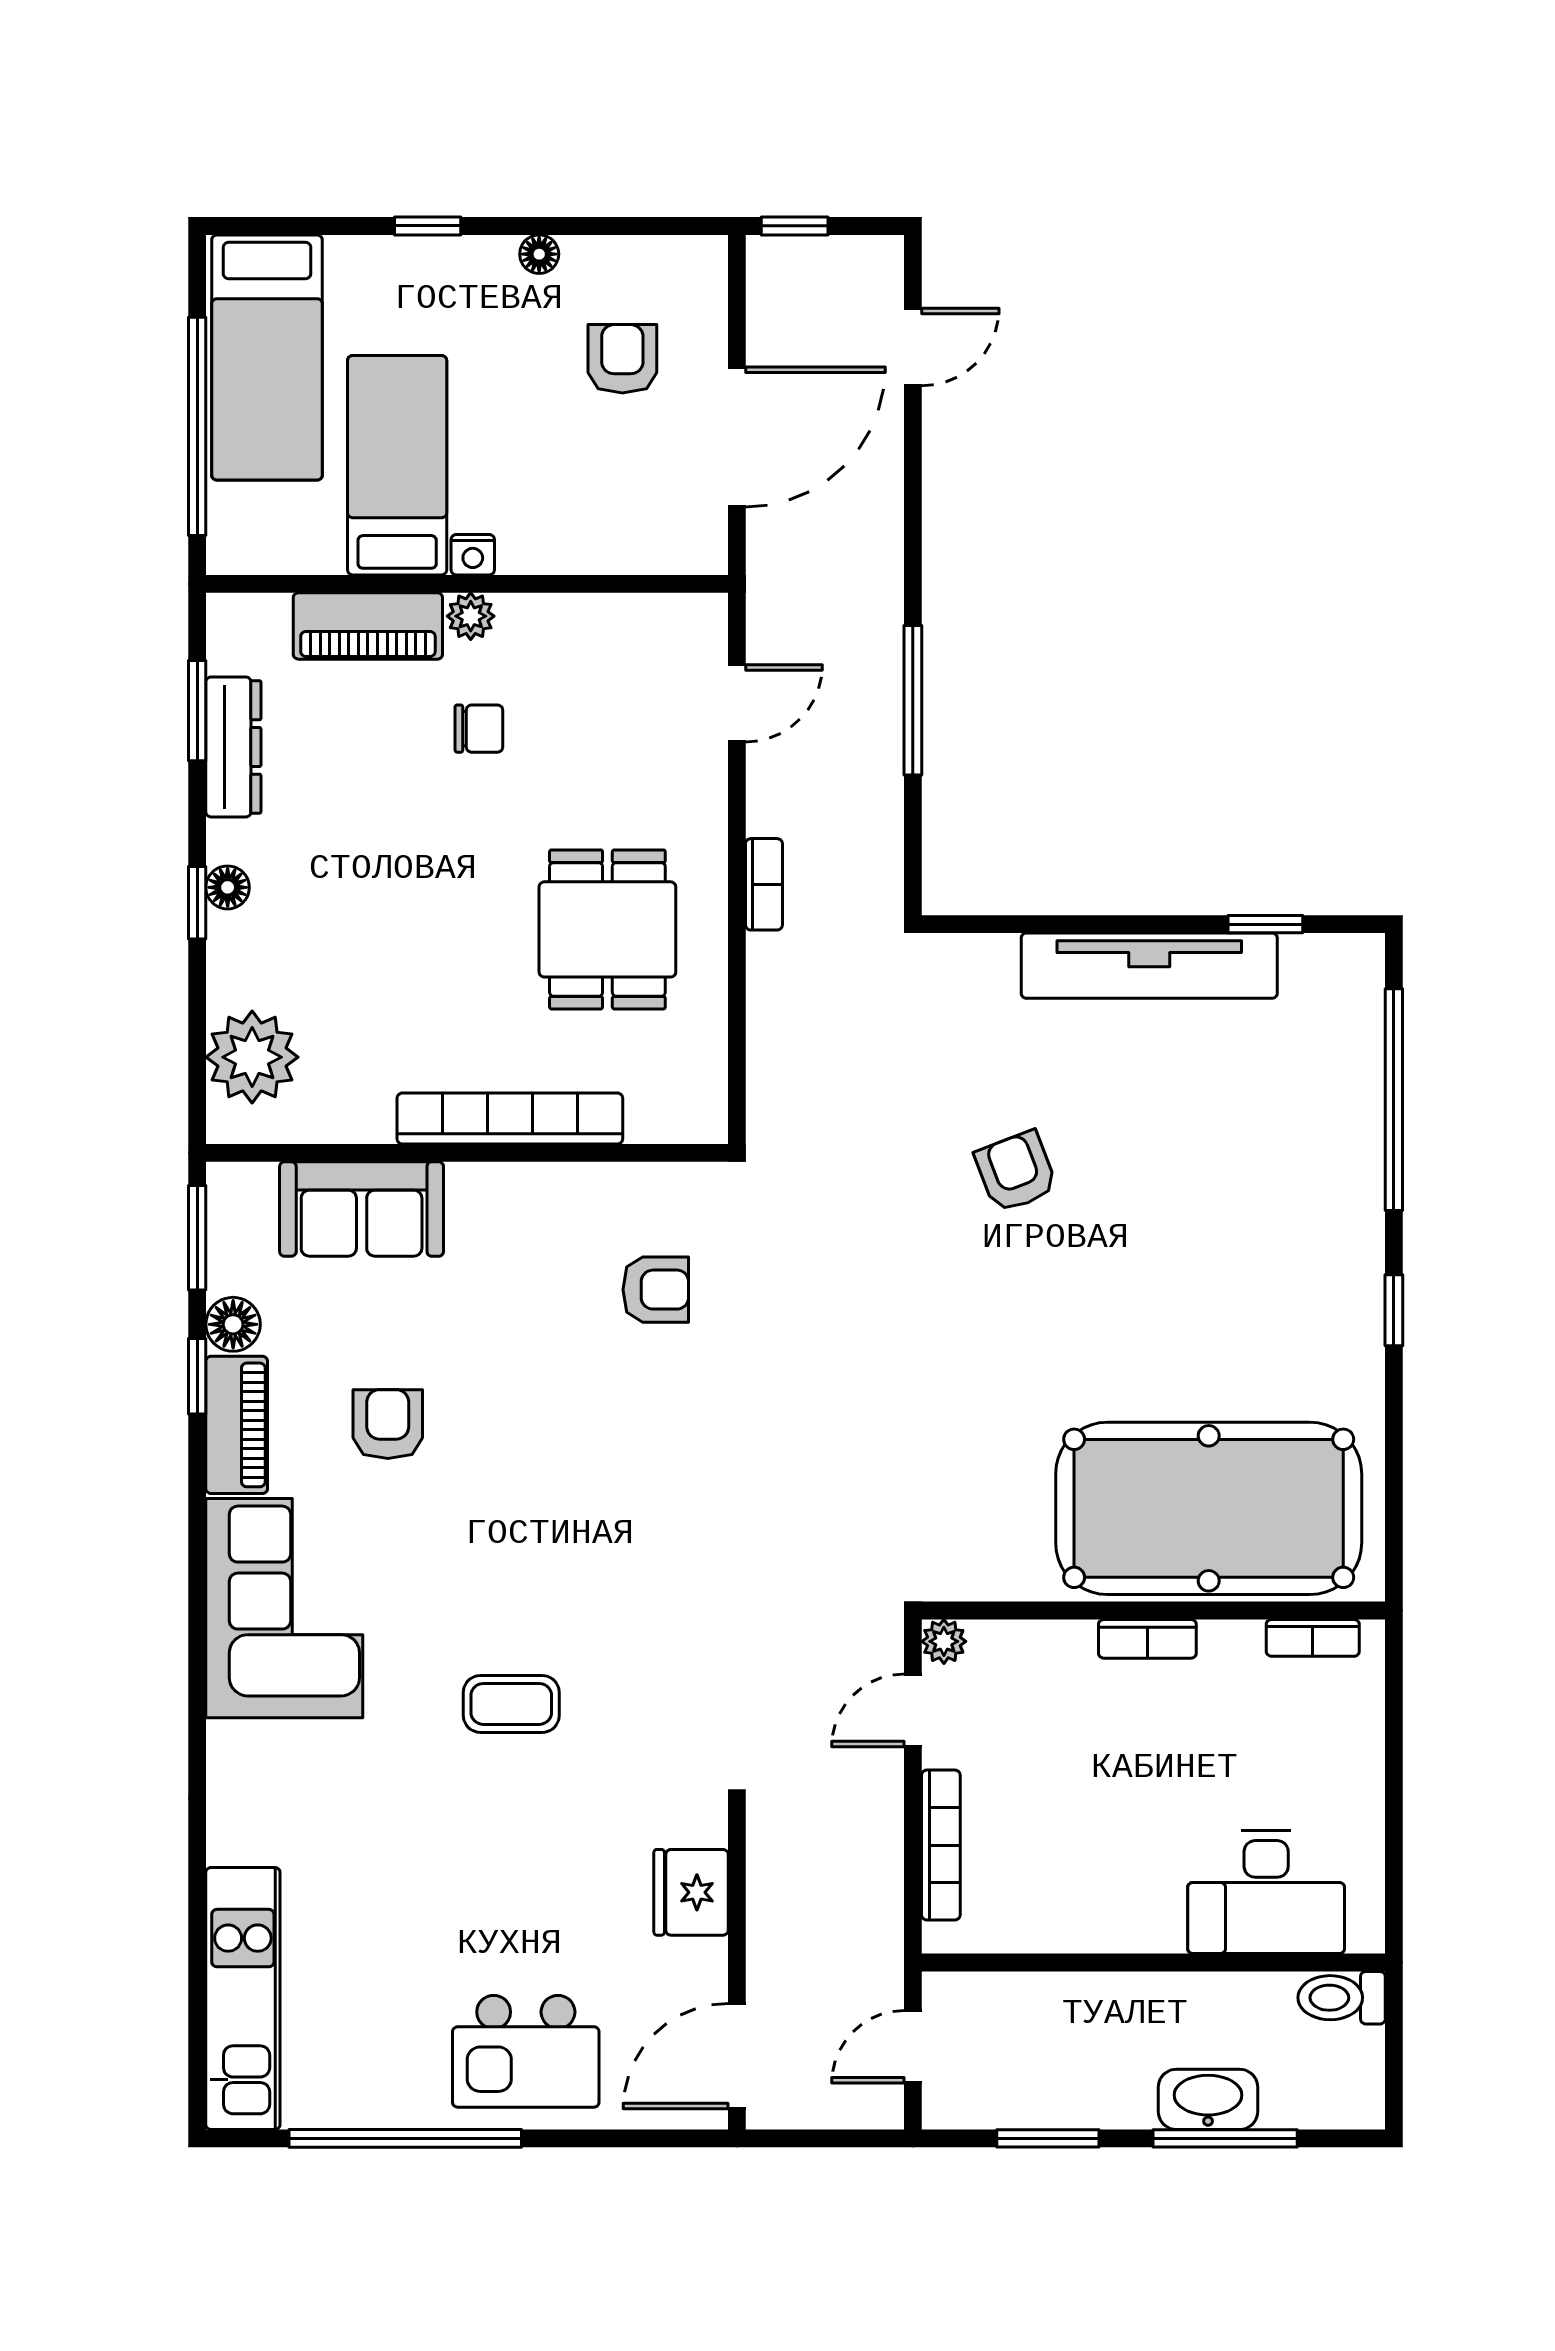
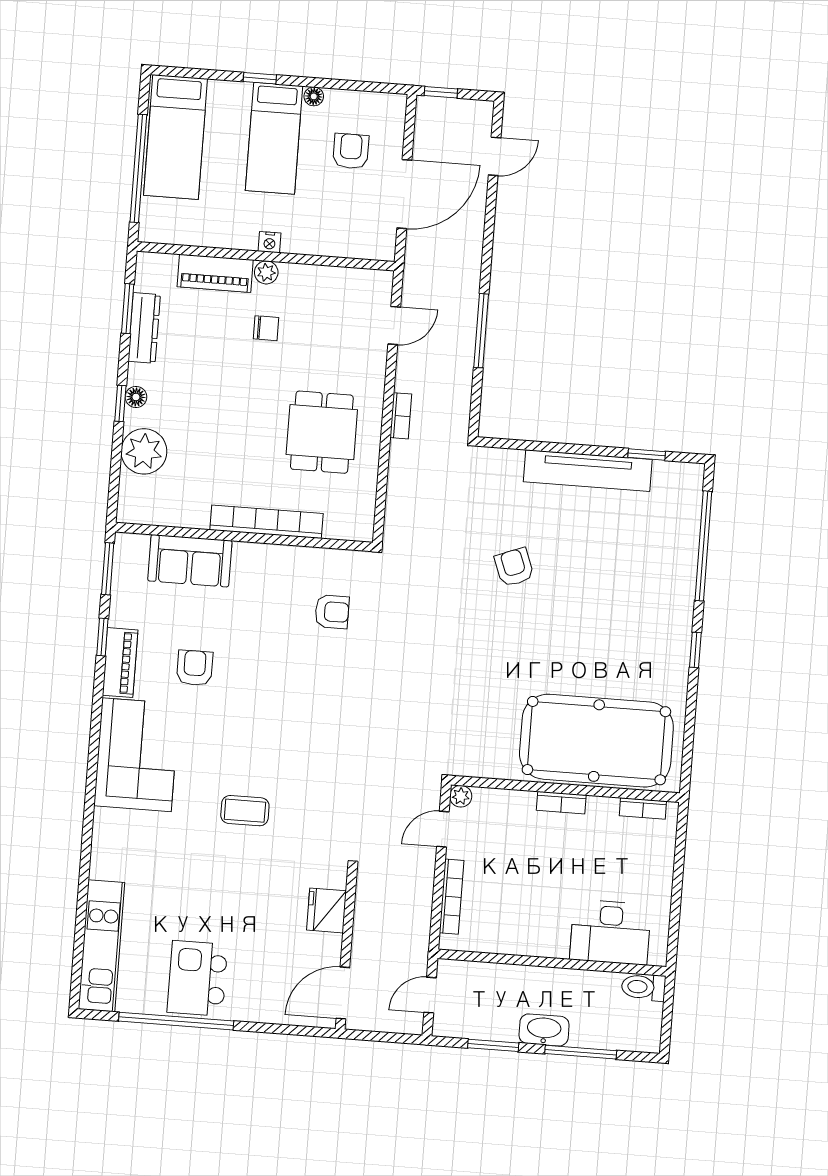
bed: (397, 465) -> (274, 138), moved, turned 180
plant: (252, 1057) -> (144, 451), moved
floor lamp: (233, 1324) -> (122, 613), removed
kitchen island: (526, 2051) -> (197, 978), moved, turned 90
washbasin: (1208, 2099) -> (544, 1030), moved

